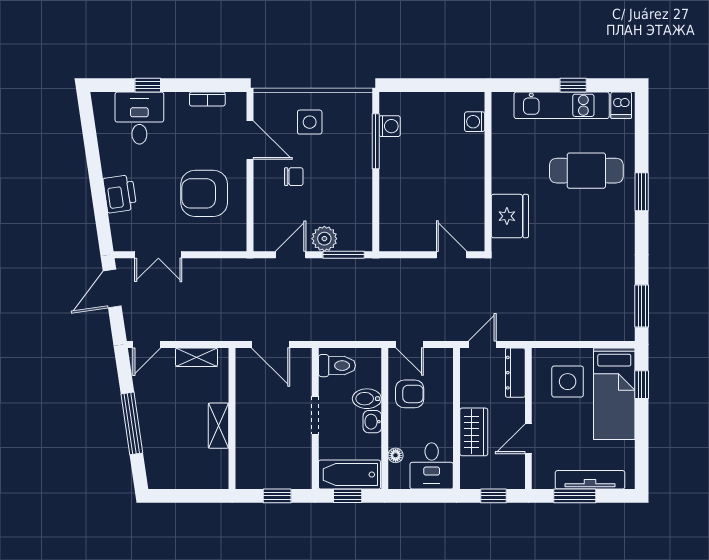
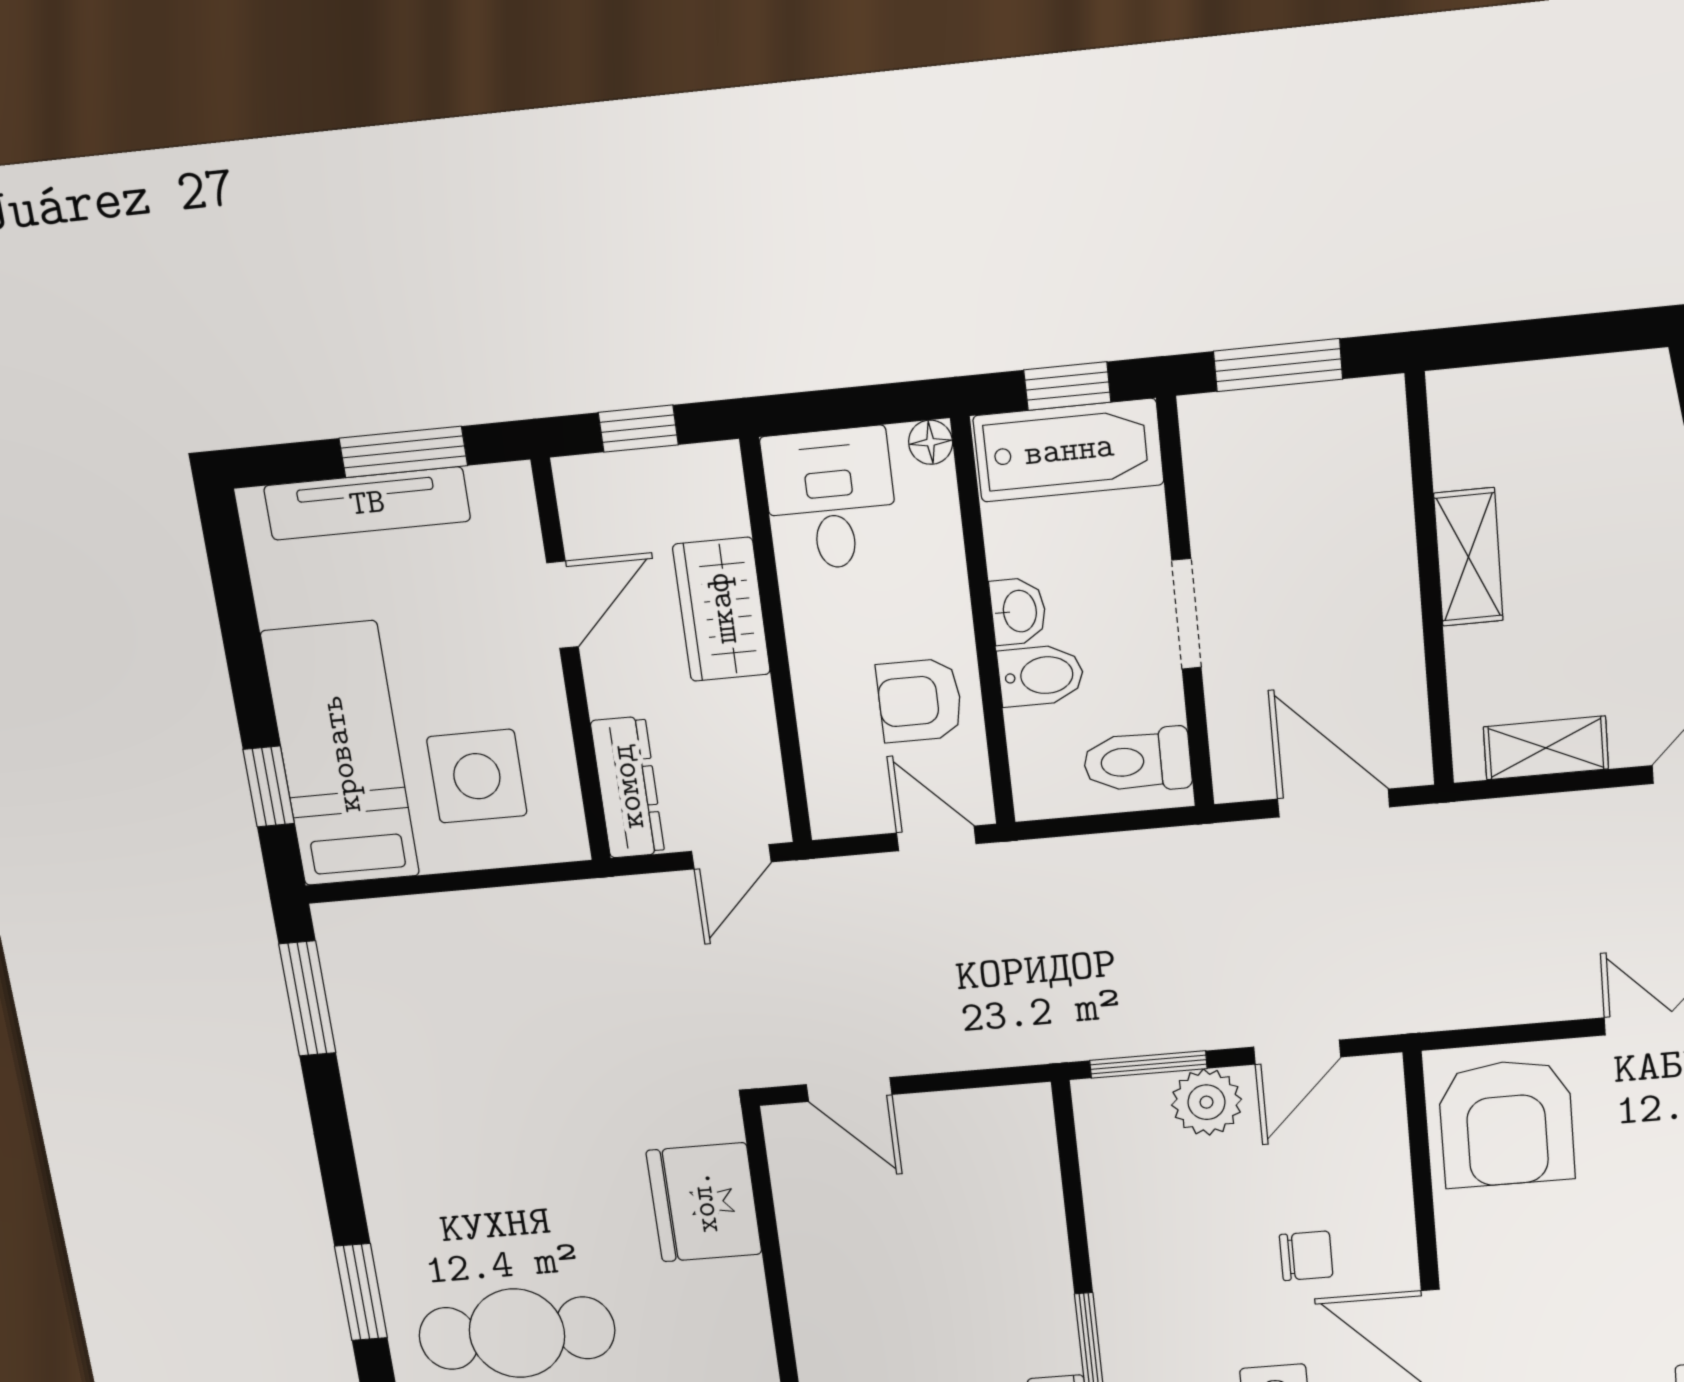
chair: (294, 177) -> (1306, 1256), turned 180
armchair: (204, 193) -> (1506, 1123), moved, turned 90
floor lamp: (396, 455) -> (931, 442), moved
window: (277, 496) -> (1278, 365), width x1.50

